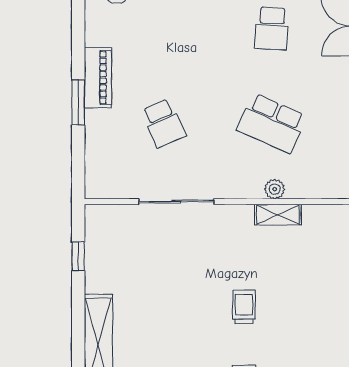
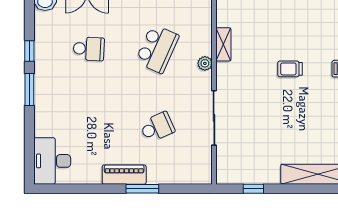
plant: (275, 189) -> (205, 63), moved

